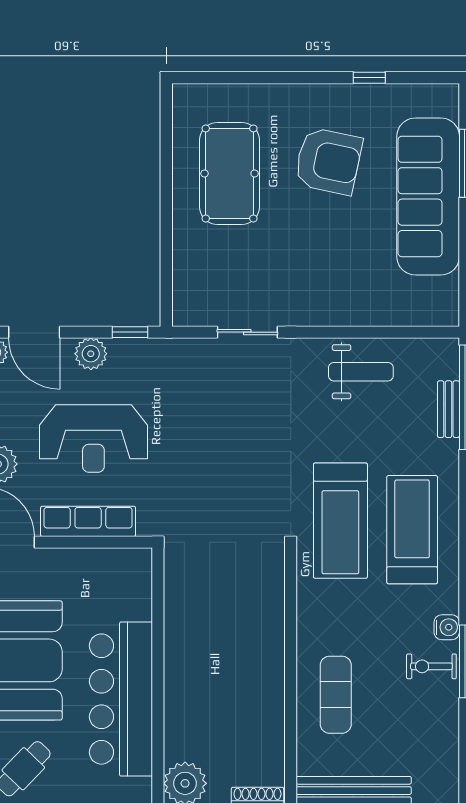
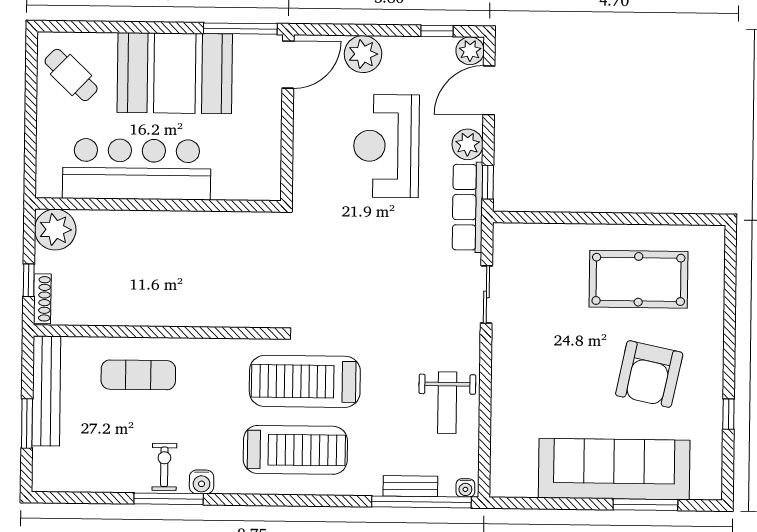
water cooler: (450, 352) -> (465, 488), added
row of seats: (88, 521) -> (468, 207), moved, turned 180

